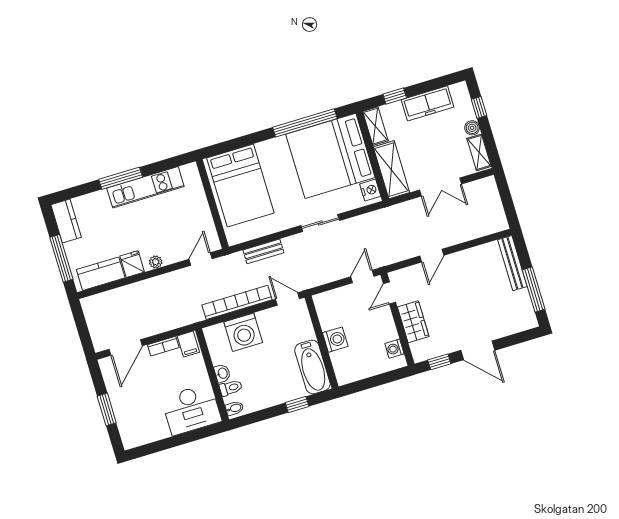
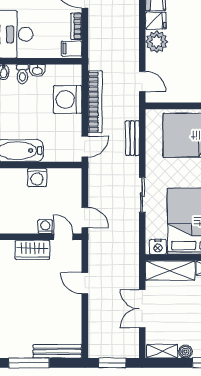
window: (507, 201) -> (112, 363), added
plant: (156, 262) -> (157, 42), width x1.87, depth x1.87
washing machine: (394, 349) -> (45, 227), moved

